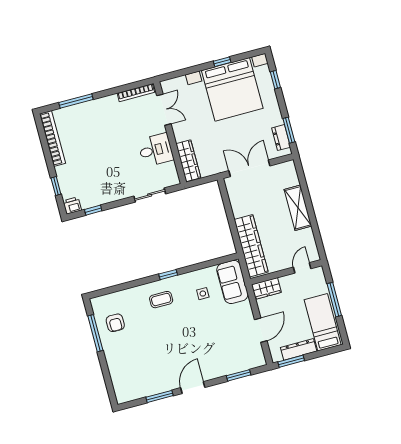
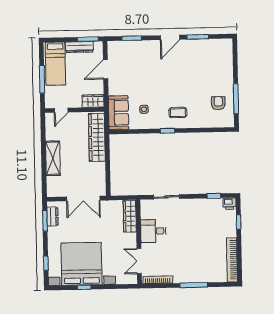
window: (76, 101) -> (194, 285), moved

